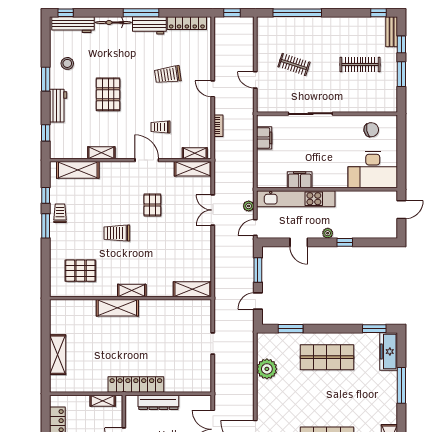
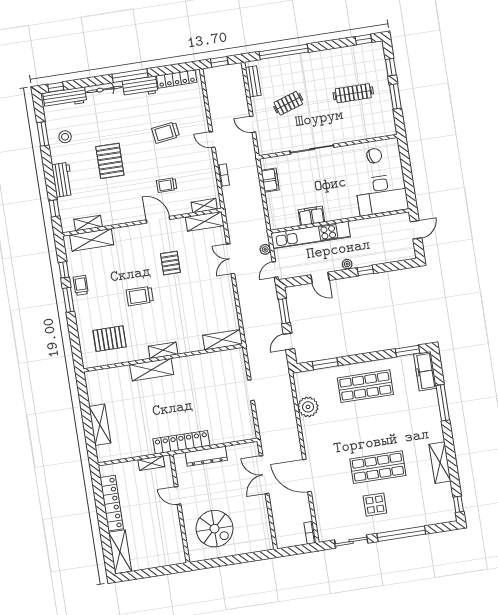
bench: (392, 32) -> (253, 81), moved
clothes rail: (294, 65) -> (288, 103), turned -36
window: (46, 79) -> (43, 134), moved
shelving: (101, 153) -> (88, 223), moved

